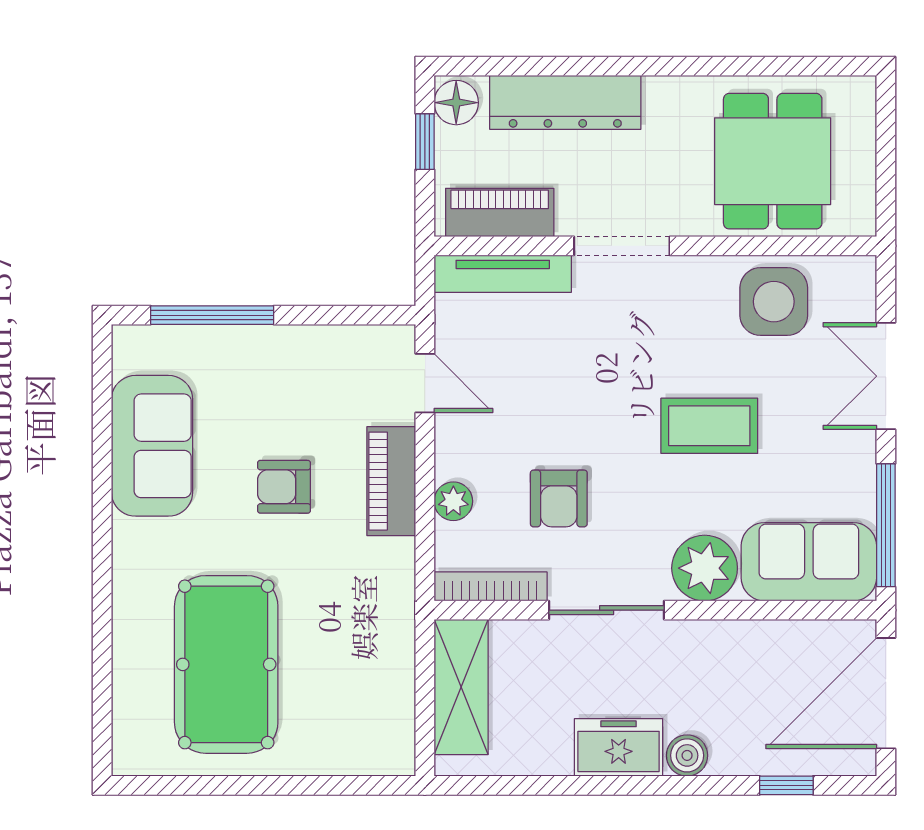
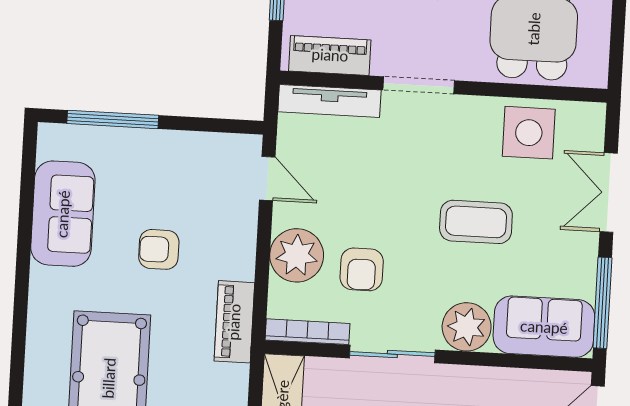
piano: (391, 481) -> (234, 322), moved
plant: (453, 501) -> (297, 255), width x1.88, depth x1.88

